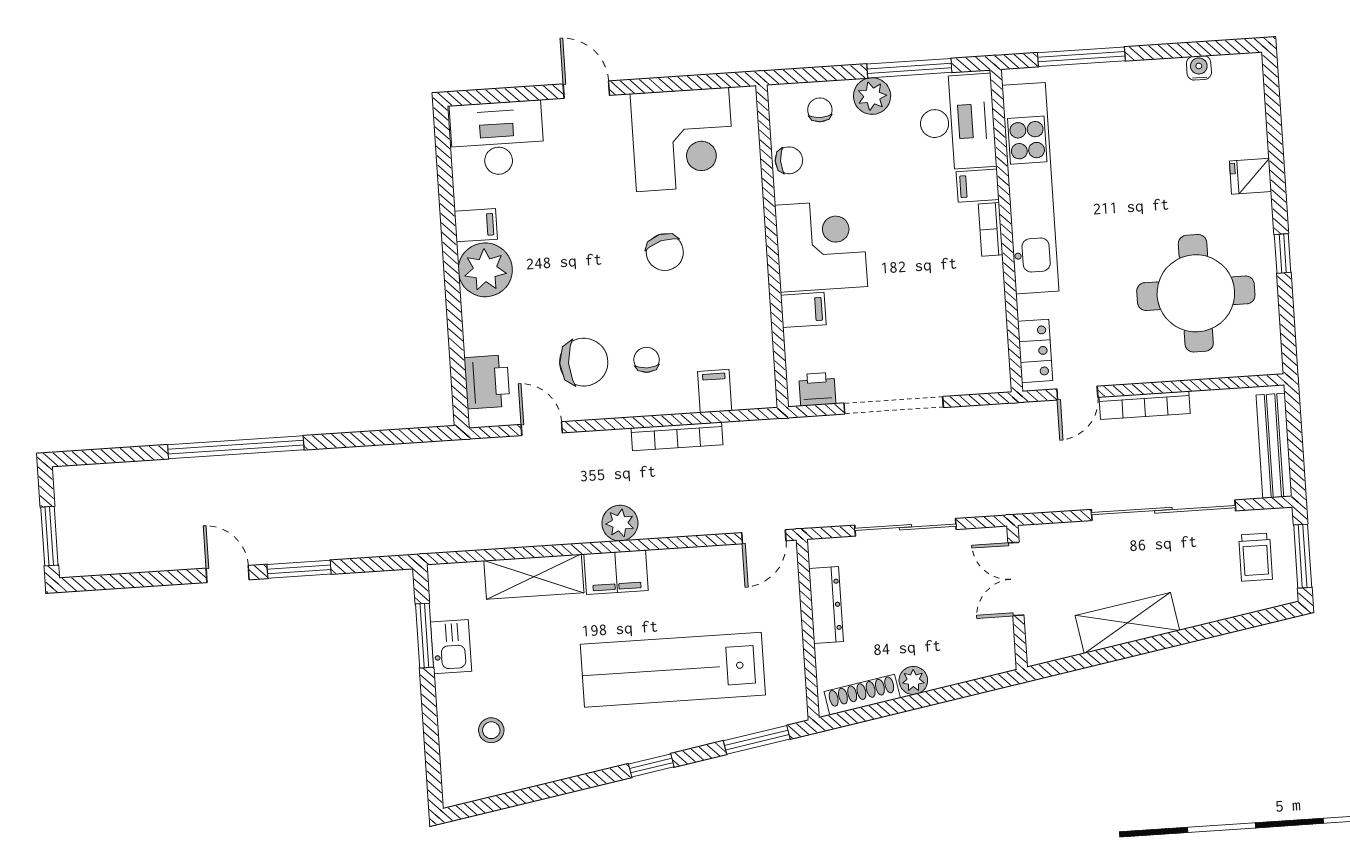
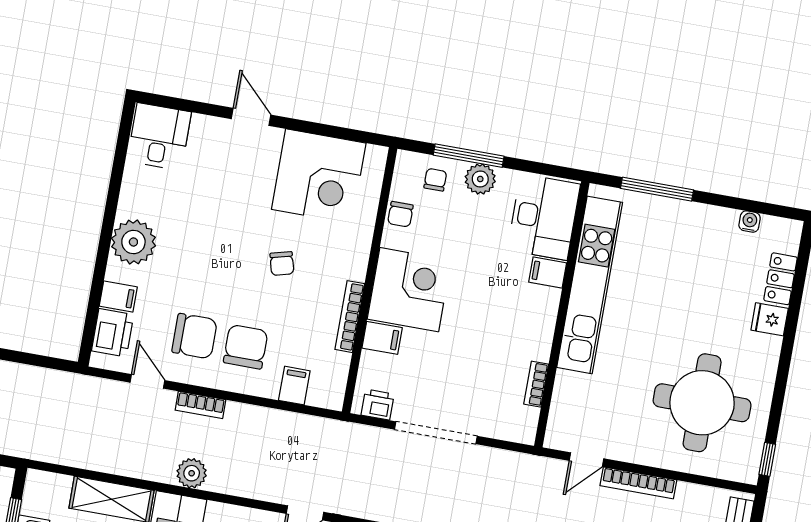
window: (909, 68) -> (469, 156), moved
desk: (497, 138) -> (159, 137), width x0.73
chair: (789, 160) -> (400, 214), turned 90
filing cabinet: (476, 225) -> (118, 297), moved
bookcase: (991, 229) -> (536, 384), moved
chair: (665, 252) -> (282, 264), width x0.73, depth x0.73
window: (1283, 253) -> (767, 459), moved
bookcase: (759, 294) -> (350, 317), added
locker: (1035, 351) -> (781, 279), moved, turned 180
chair: (647, 360) -> (246, 347), width x1.87, depth x1.87
bookcase: (677, 436) -> (200, 405), moved, width x0.64

